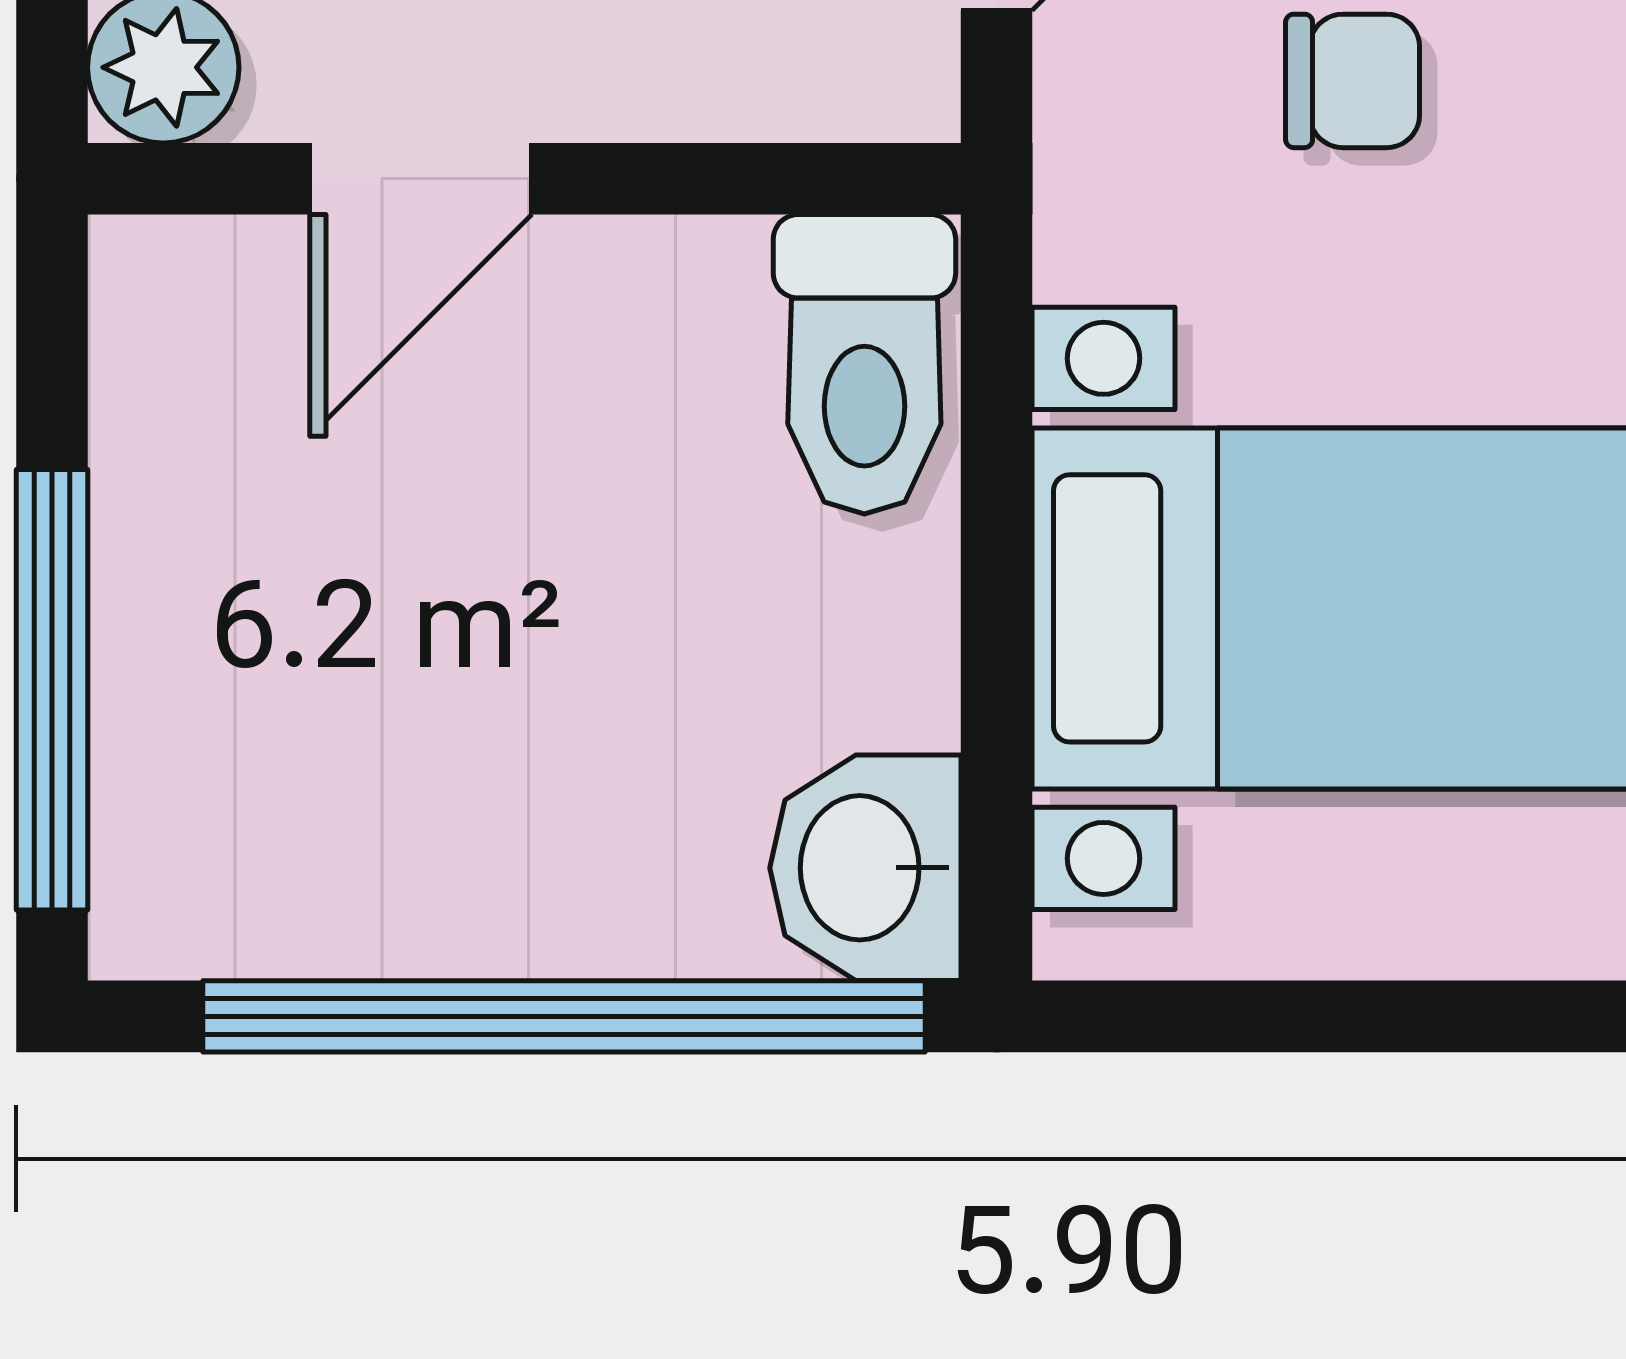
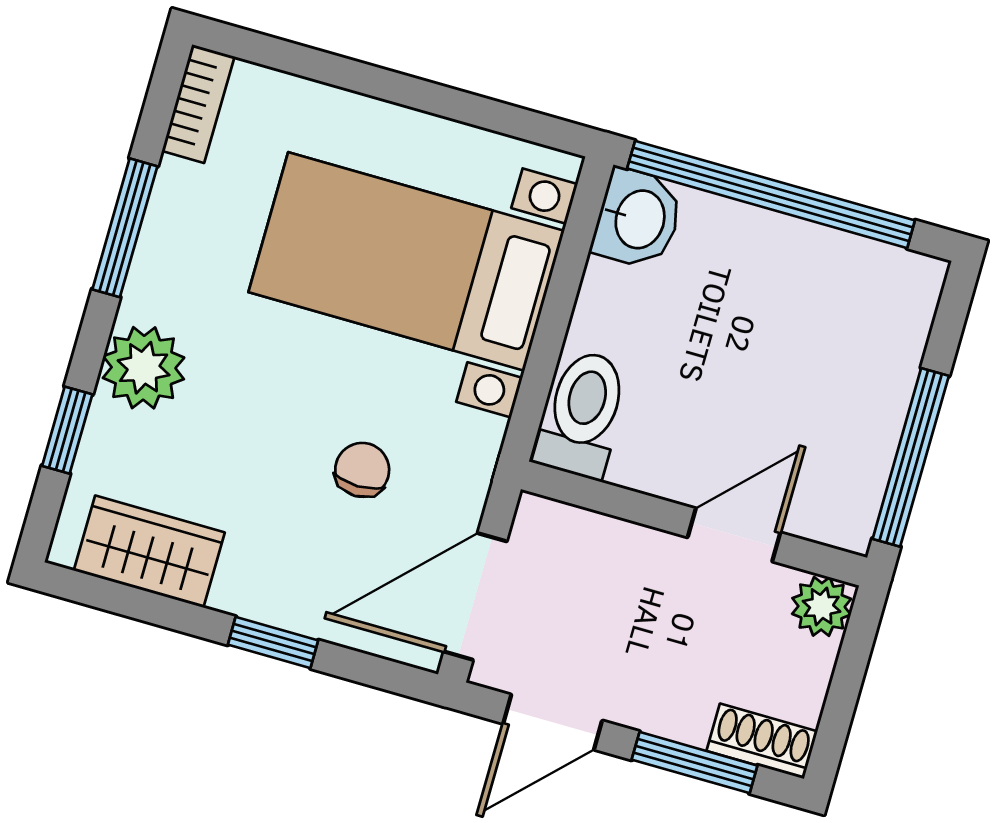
chair: (1353, 81) -> (362, 470), turned 90
window: (52, 690) -> (911, 457), moved

